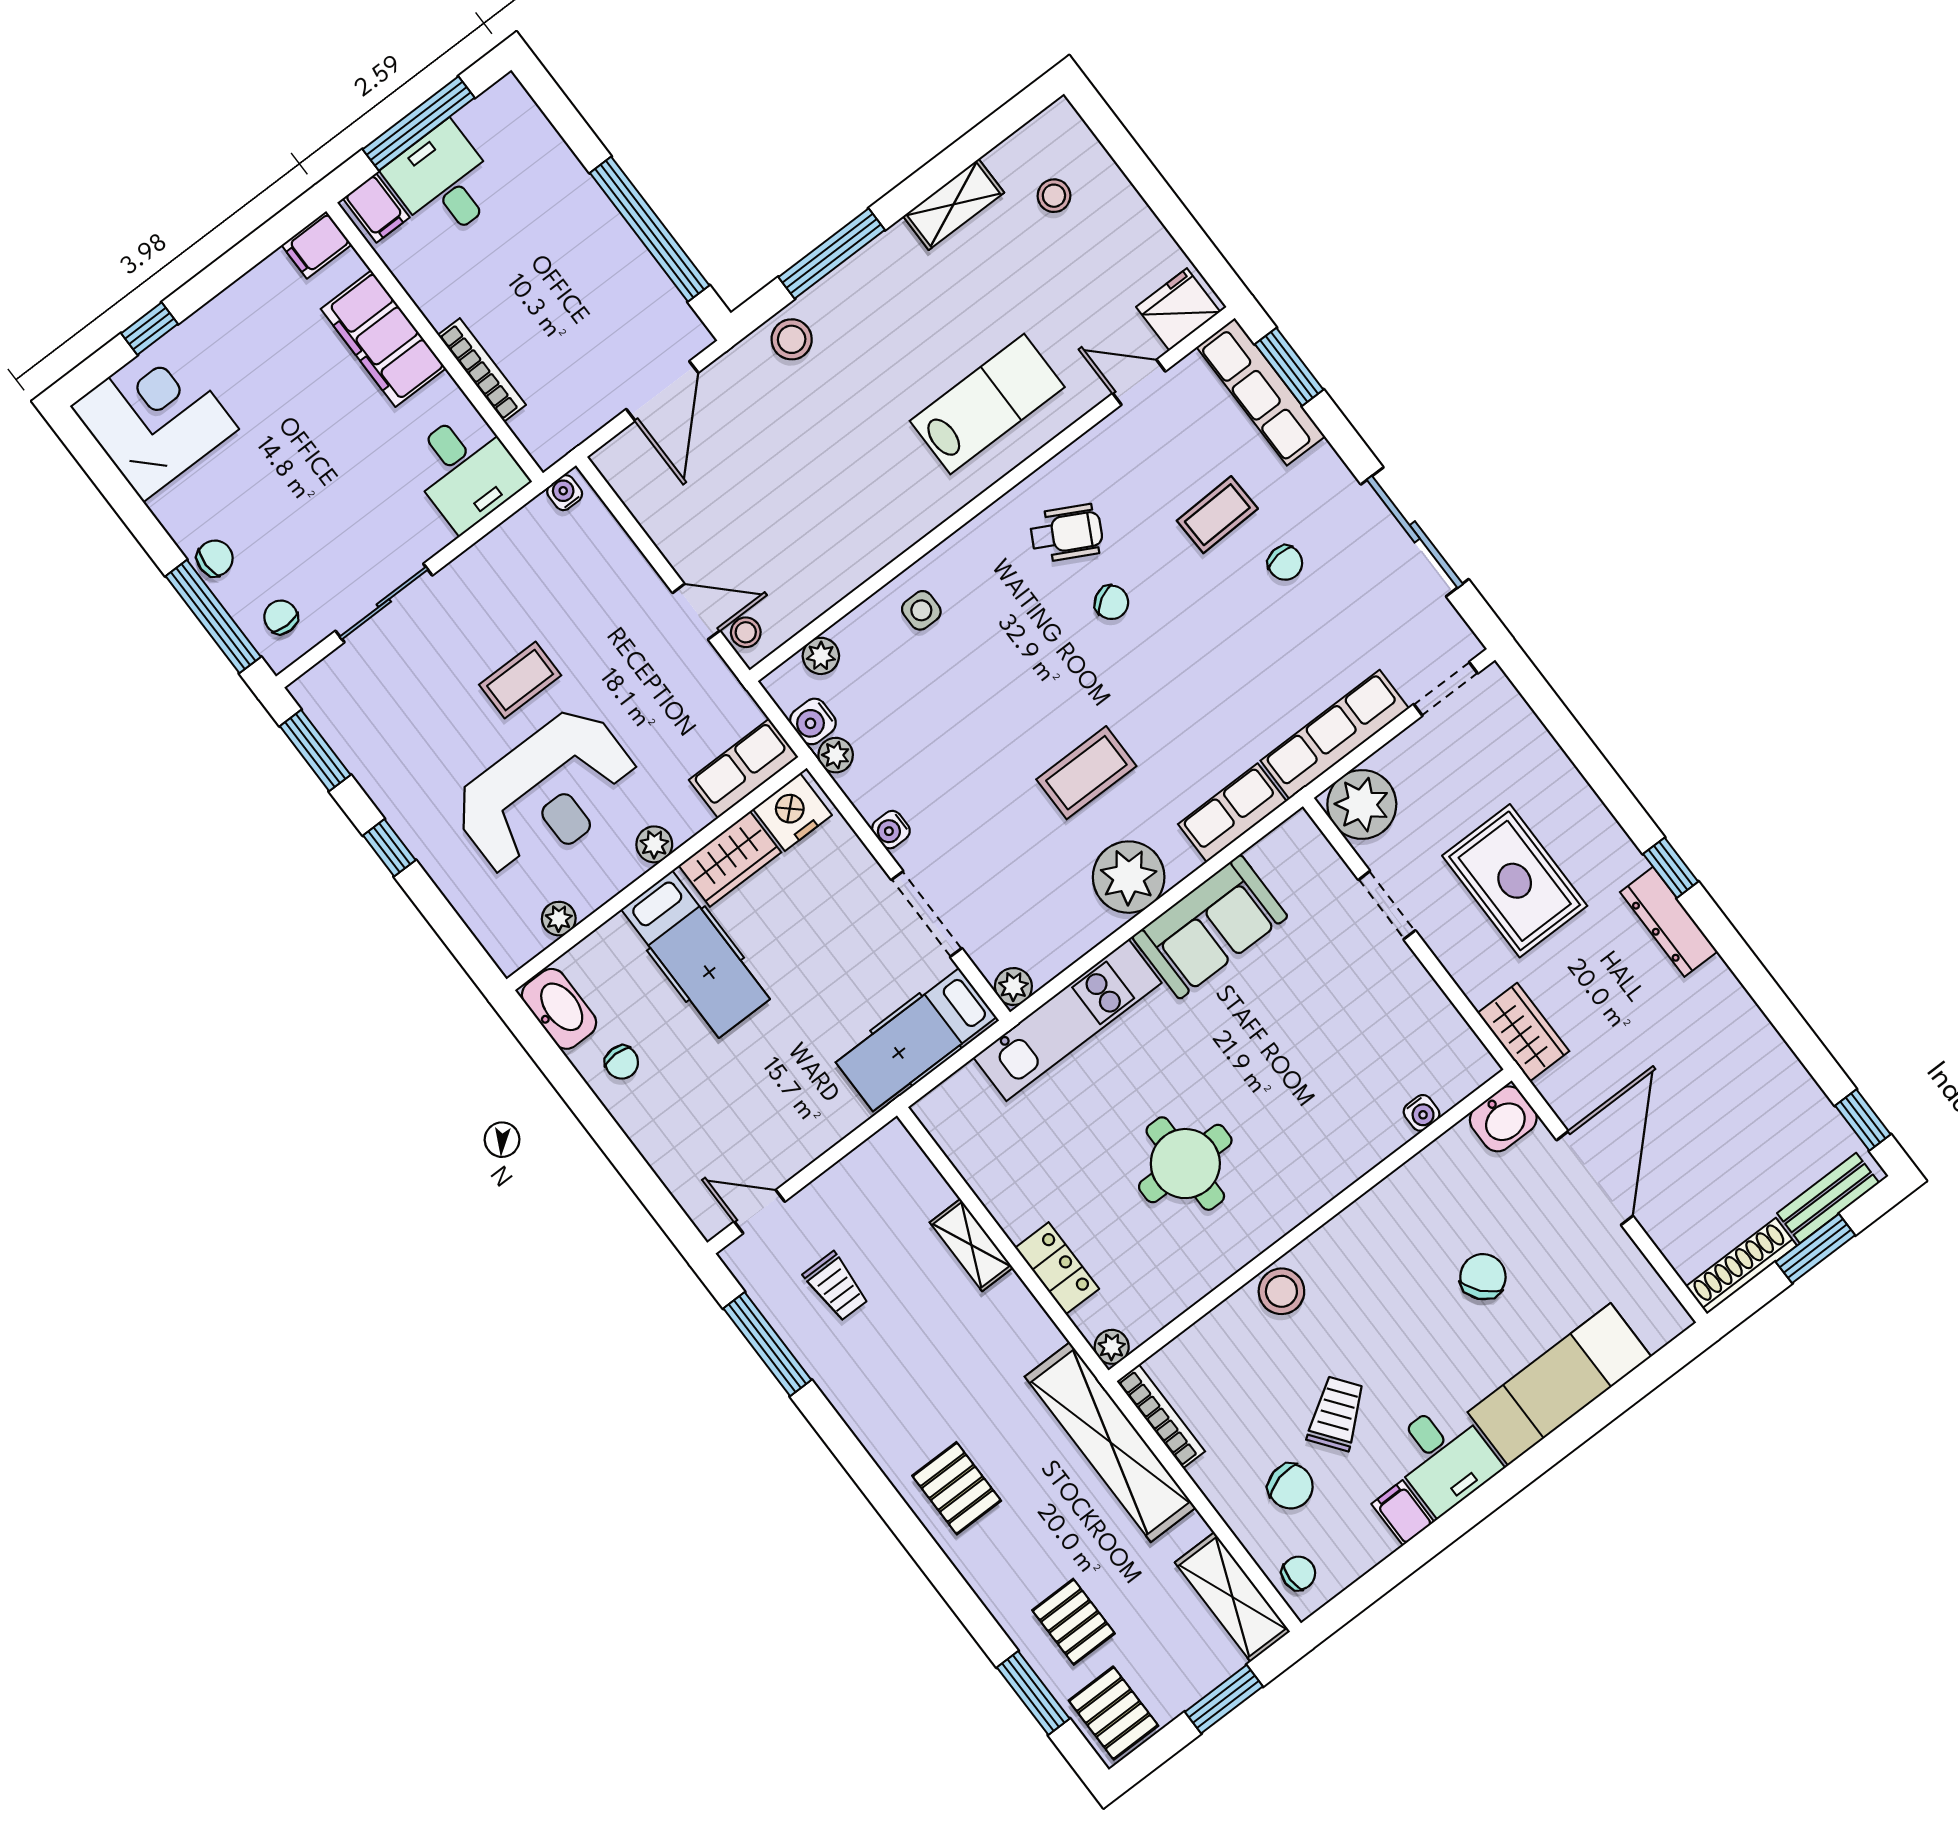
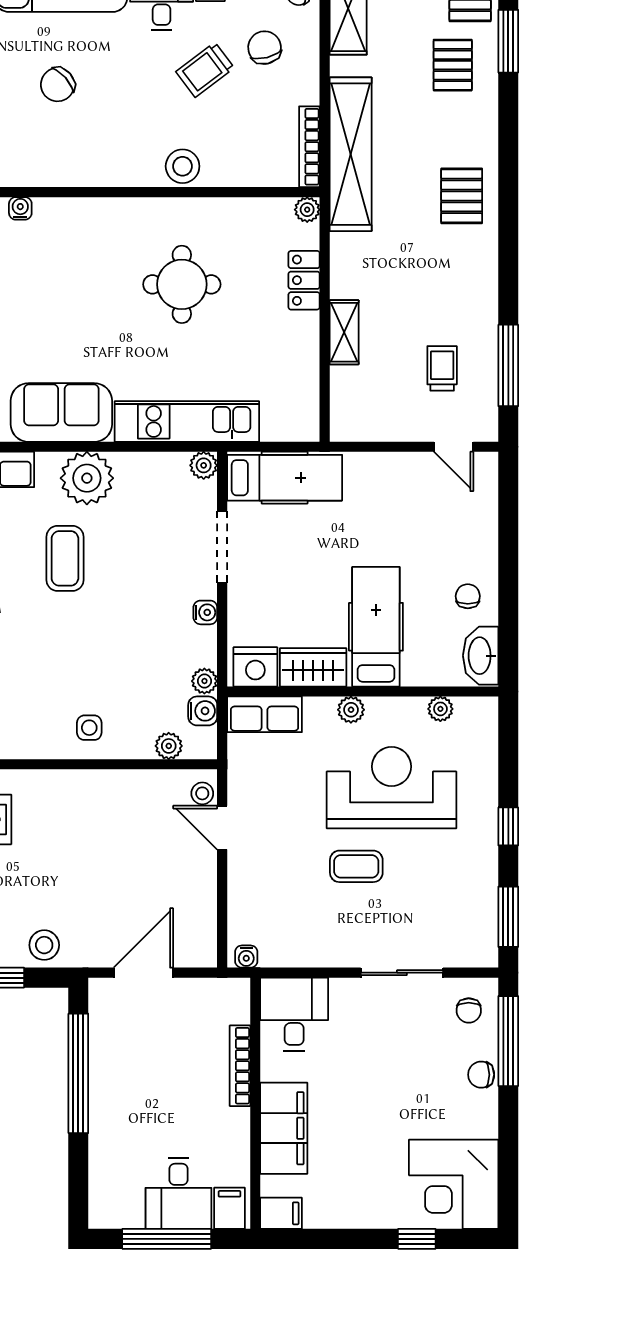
coffee table: (1086, 773) -> (65, 558), turned 90

